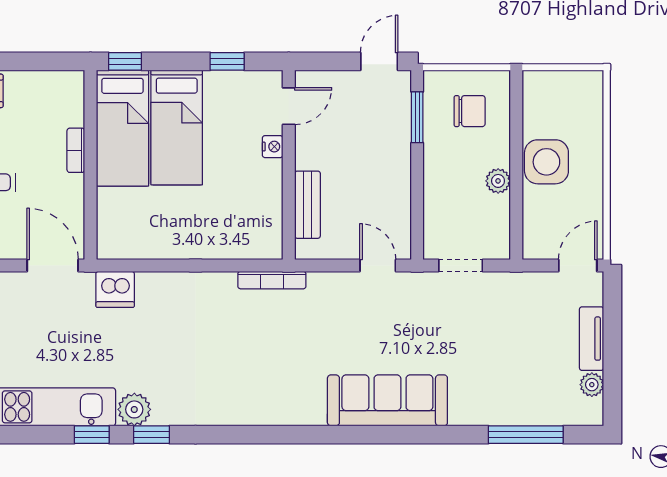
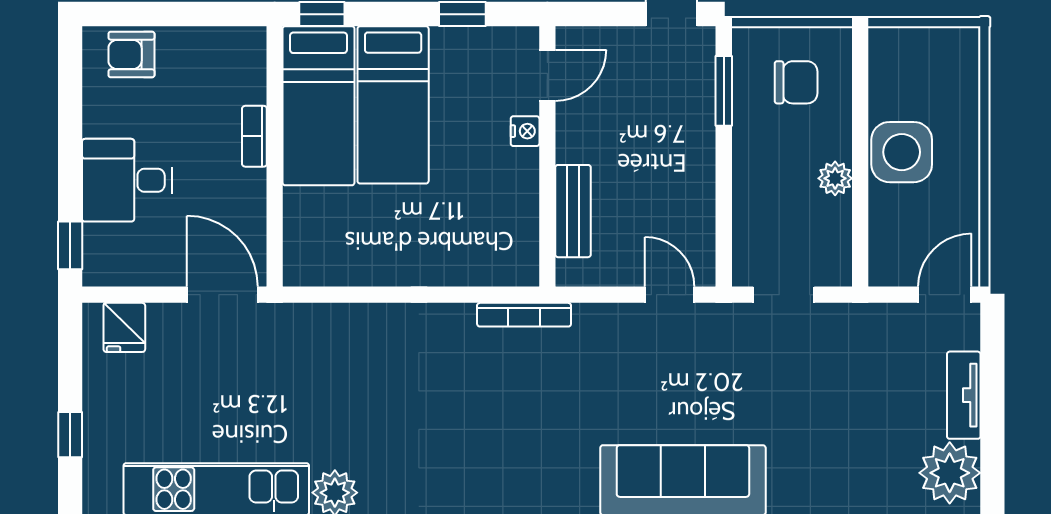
dishwasher: (115, 289) -> (308, 328), removed
plant: (592, 385) -> (950, 473), width x1.88, depth x1.88

